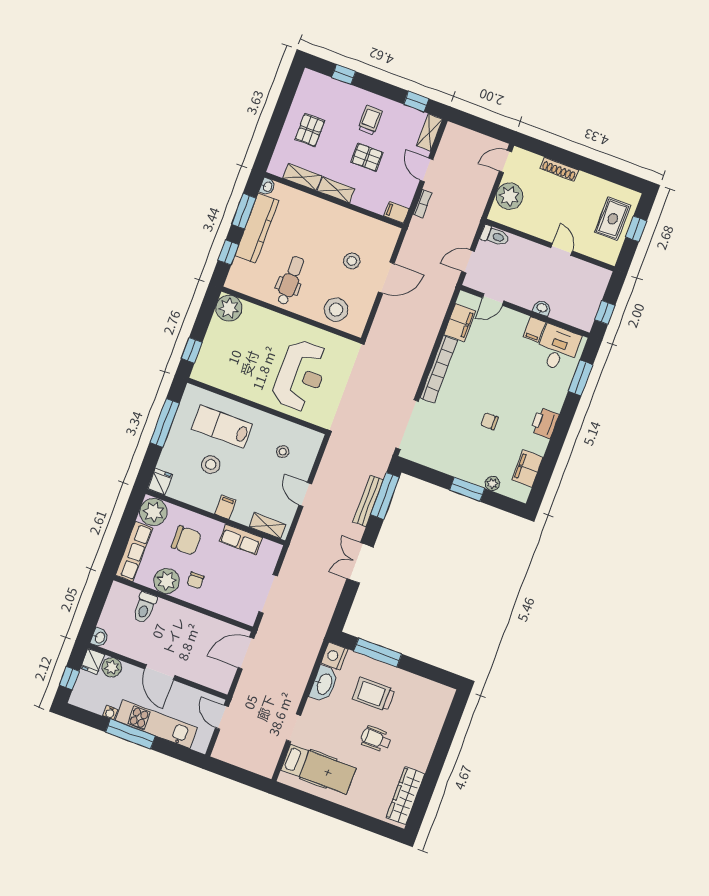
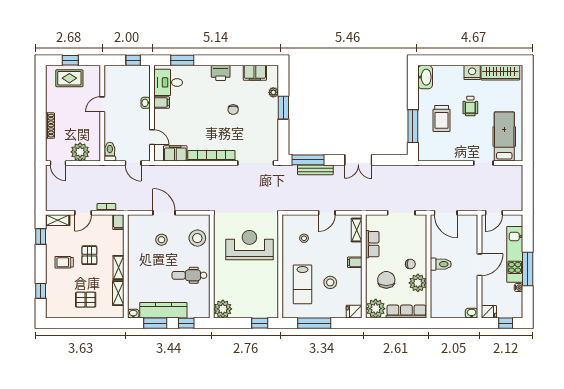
toilet: (145, 608) -> (441, 264), moved
nightstand: (334, 656) -> (472, 72), moved, turned 180
plant: (112, 667) -> (488, 298), removed
washbasin: (324, 684) -> (425, 77), moved, turned 90

